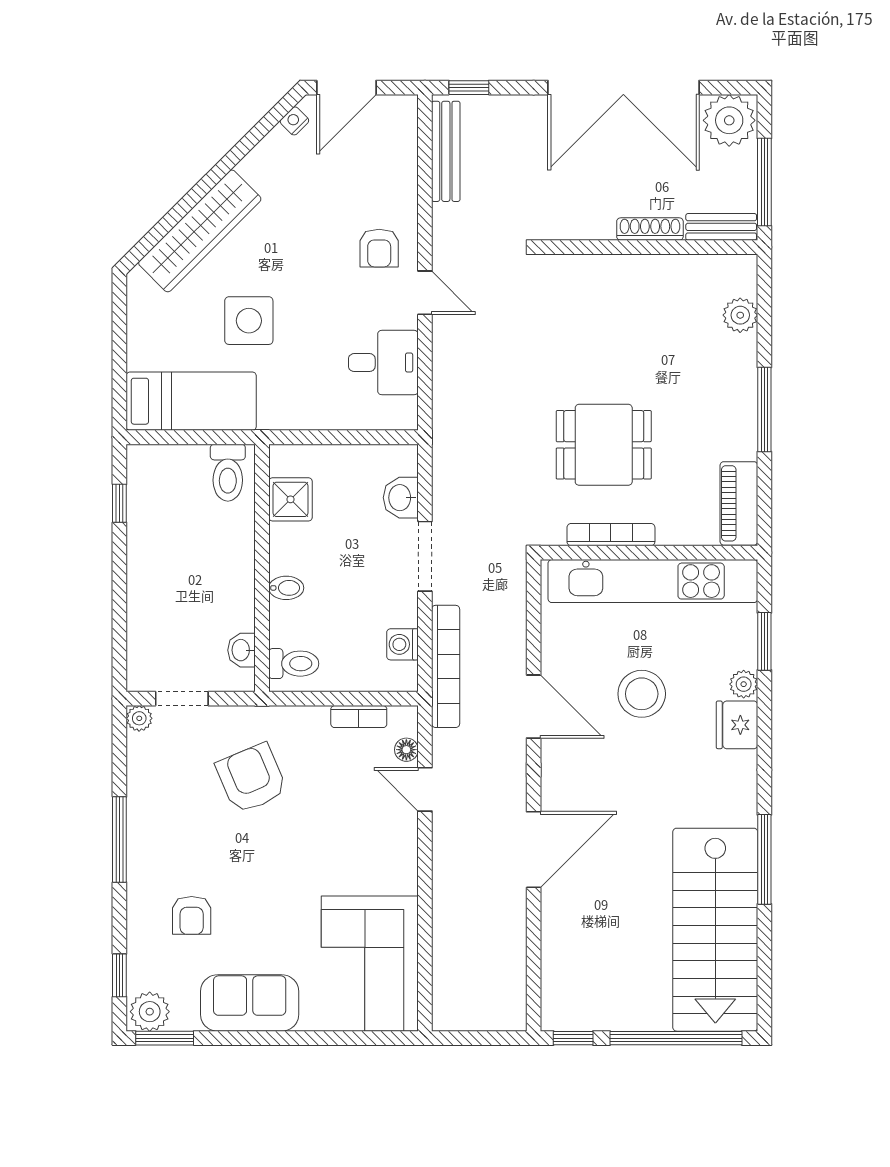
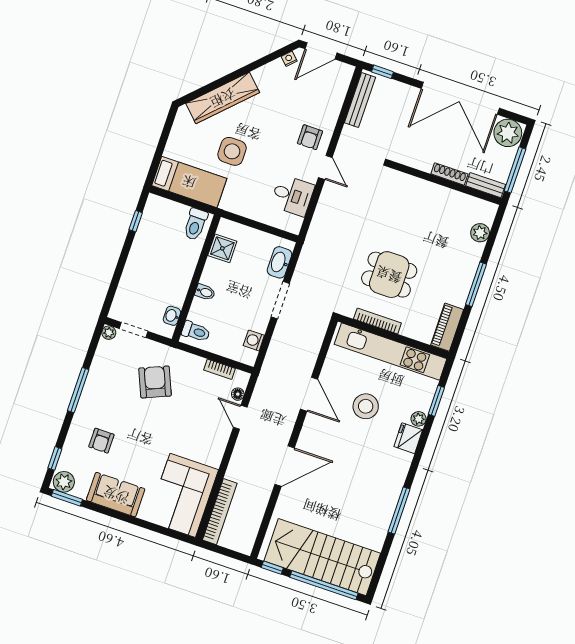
washbasin: (401, 498) -> (279, 262), width x1.38
bookcase: (446, 666) -> (220, 512), moved
stairs: (715, 930) -> (322, 557), moved, turned 90

